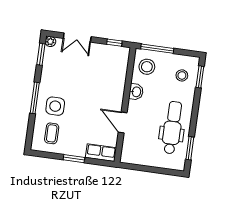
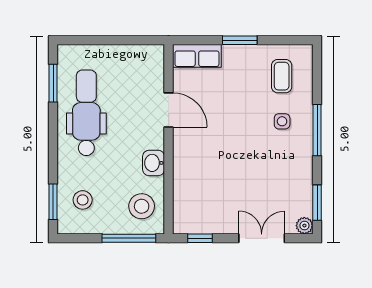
side table: (55, 106) -> (282, 121), width x0.54, depth x0.54
dental chair: (172, 128) -> (86, 113), turned 180

